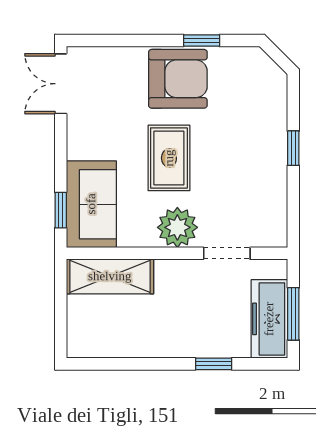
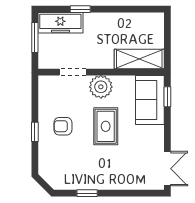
armchair: (178, 79) -> (63, 126), moved, width x0.53, depth x0.53
freezer: (269, 319) -> (60, 23), moved, turned 90

